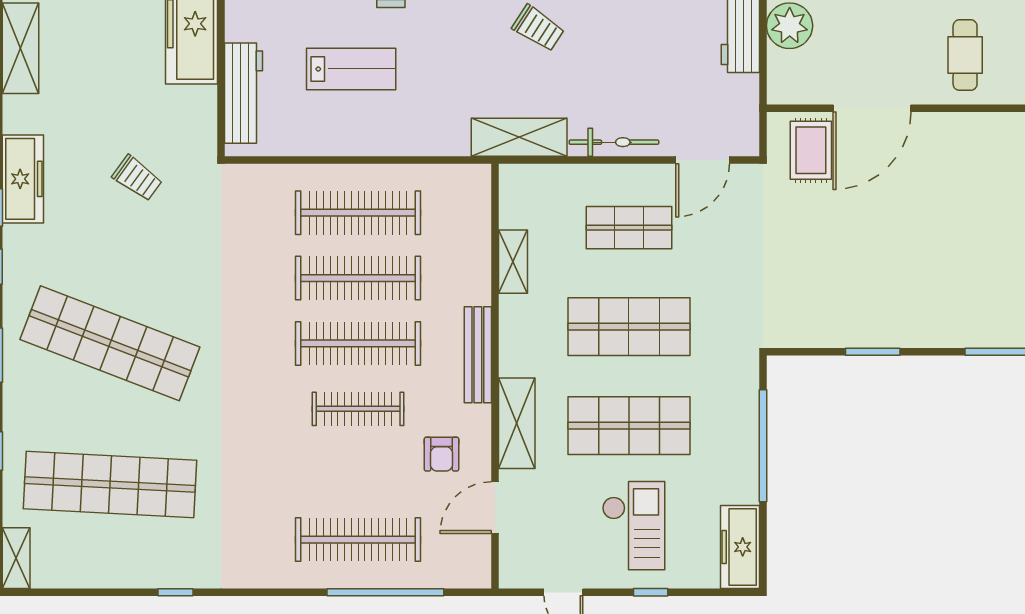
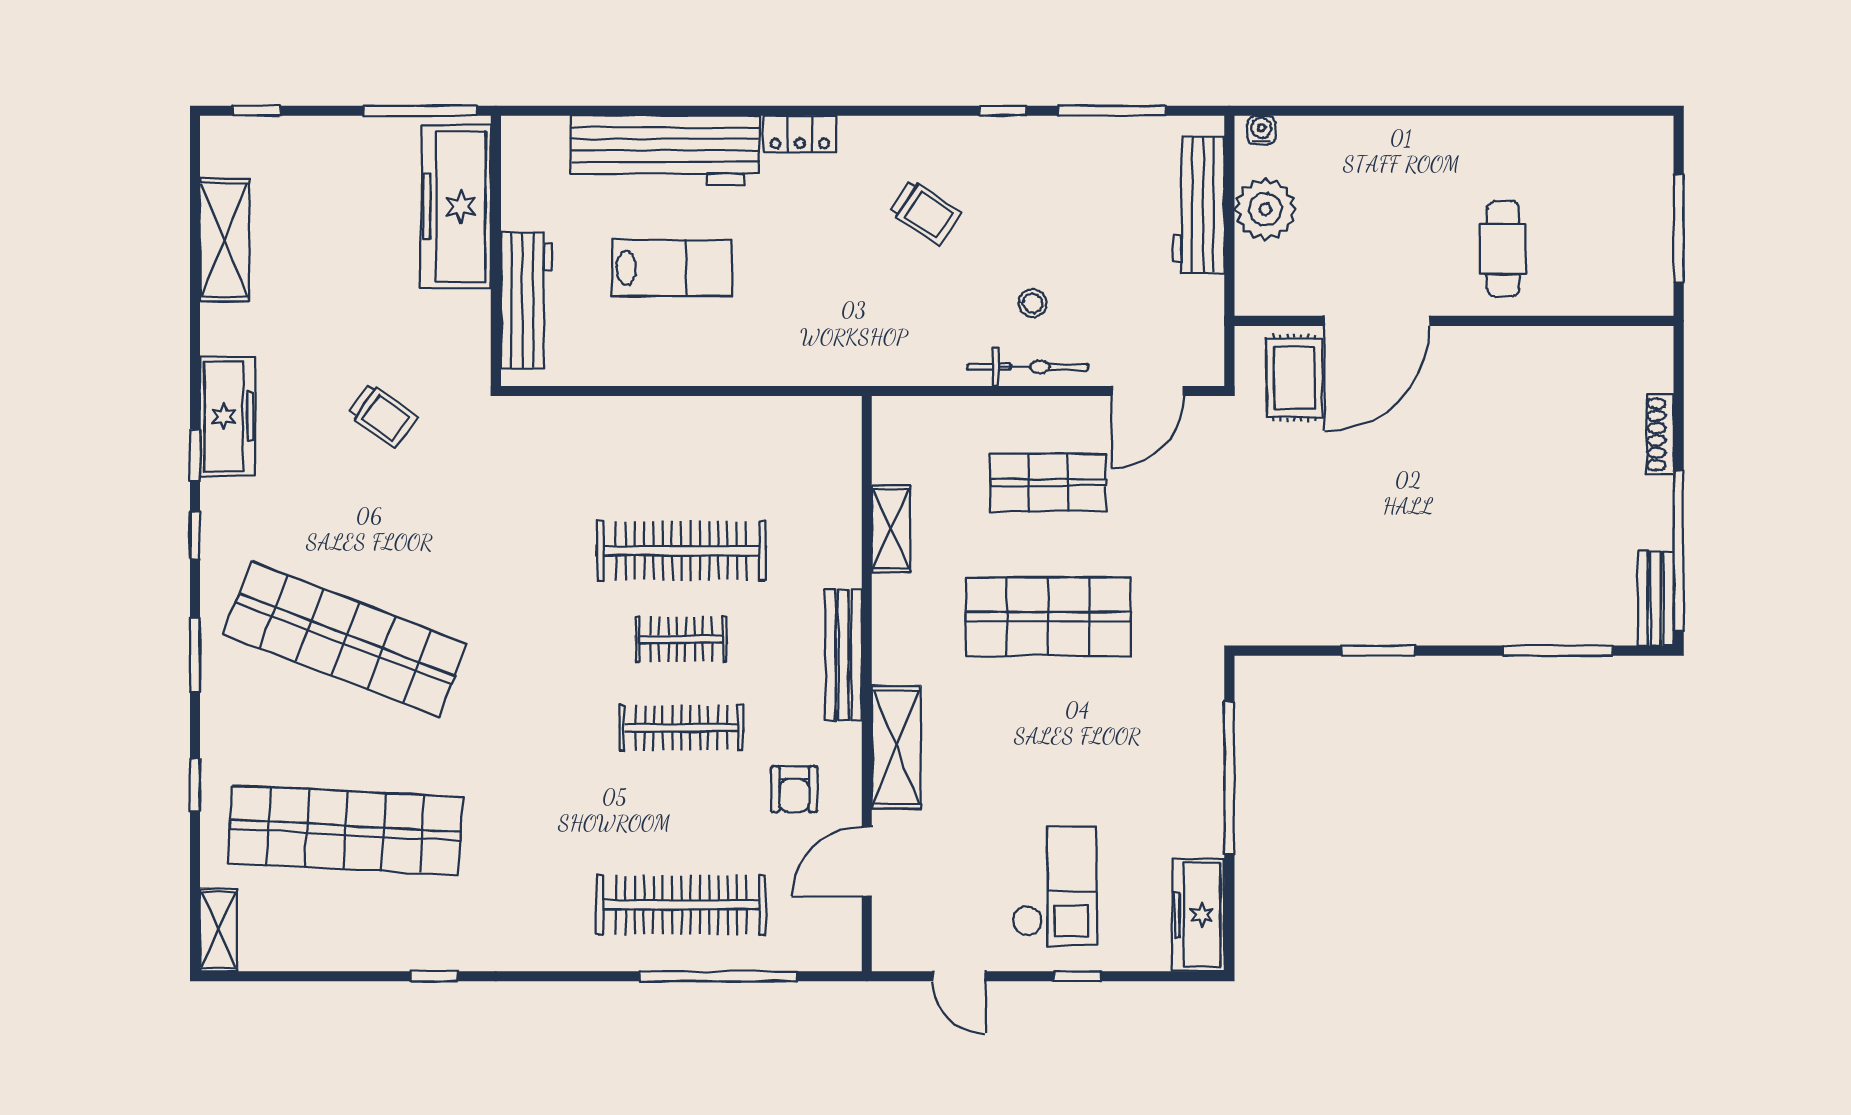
stool: (618, 95) -> (1033, 303), added
shelving: (519, 137) -> (899, 360), removed
clothes rail: (358, 213) -> (681, 462), removed
clothes rail: (358, 343) -> (681, 639), width x0.54, depth x0.76
shop shelf: (629, 426) -> (1048, 751), removed

